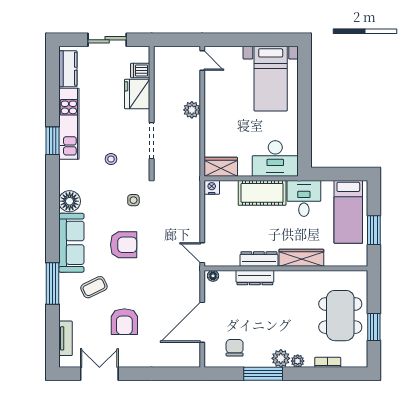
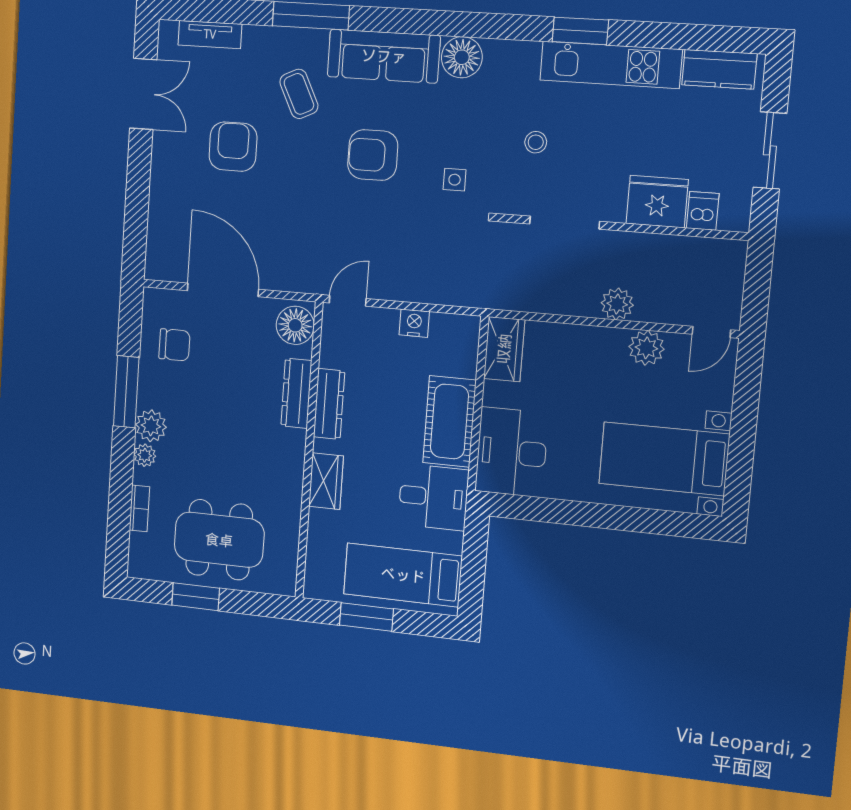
plant: (213, 93) -> (646, 348), added
nightstand: (212, 187) -> (414, 323), moved, turned -90
armchair: (124, 245) -> (373, 155), turned 90
wardrobe: (301, 258) -> (326, 481), width x0.67
floor lamp: (213, 276) -> (295, 325), width x1.89, depth x1.89
armchair: (124, 322) -> (233, 147), turned 90

